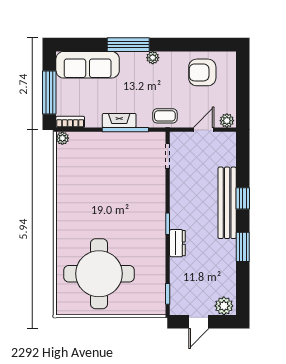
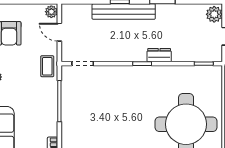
fireplace: (119, 120) -> (51, 106), removed

